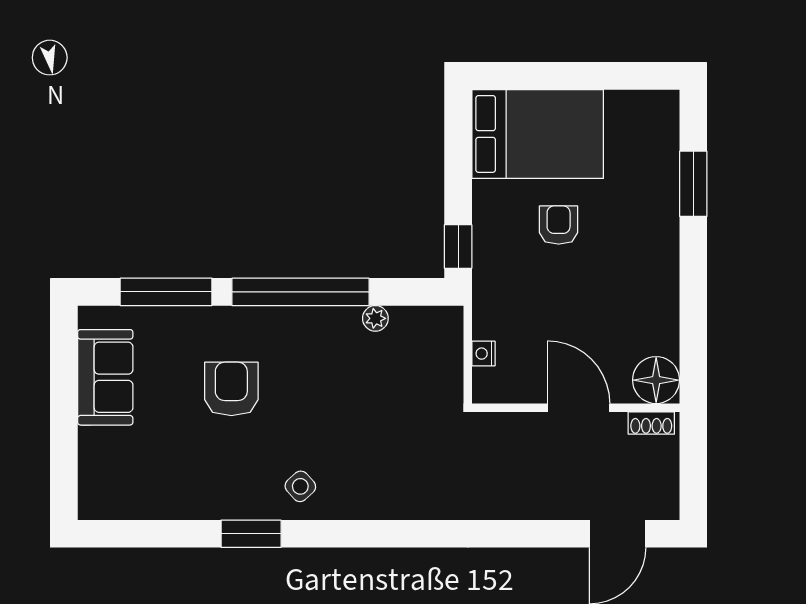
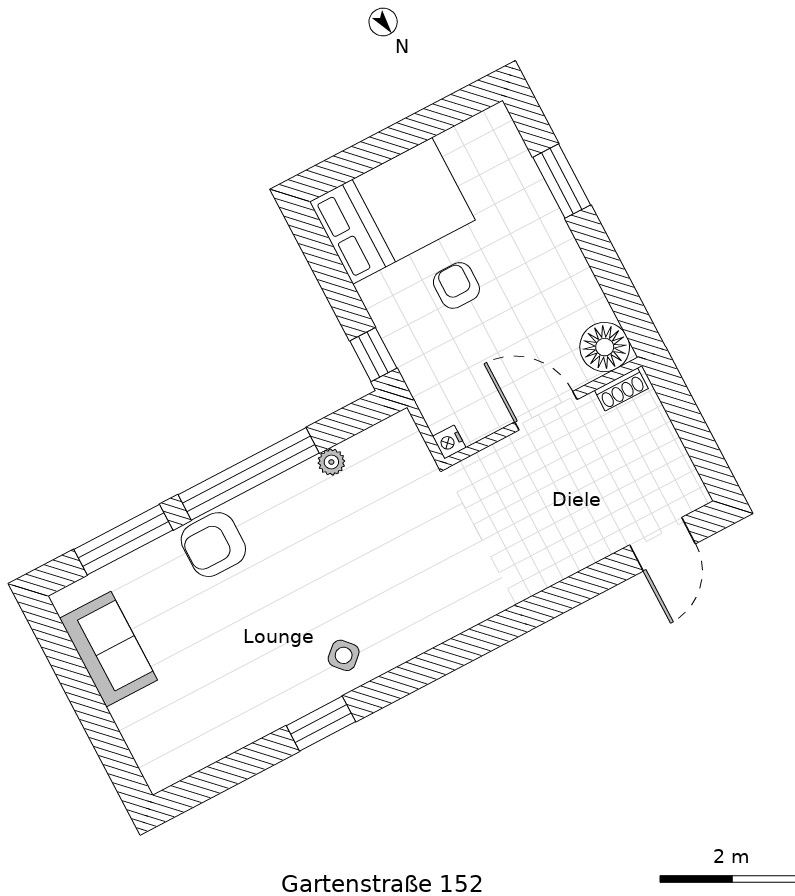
floor lamp: (656, 380) -> (605, 347), moved
armchair: (231, 389) -> (213, 545), moved, turned -90
wall: (576, 408) -> (543, 412), moved
door: (578, 408) -> (546, 411), moved
shoe rack: (651, 423) -> (621, 389), moved

